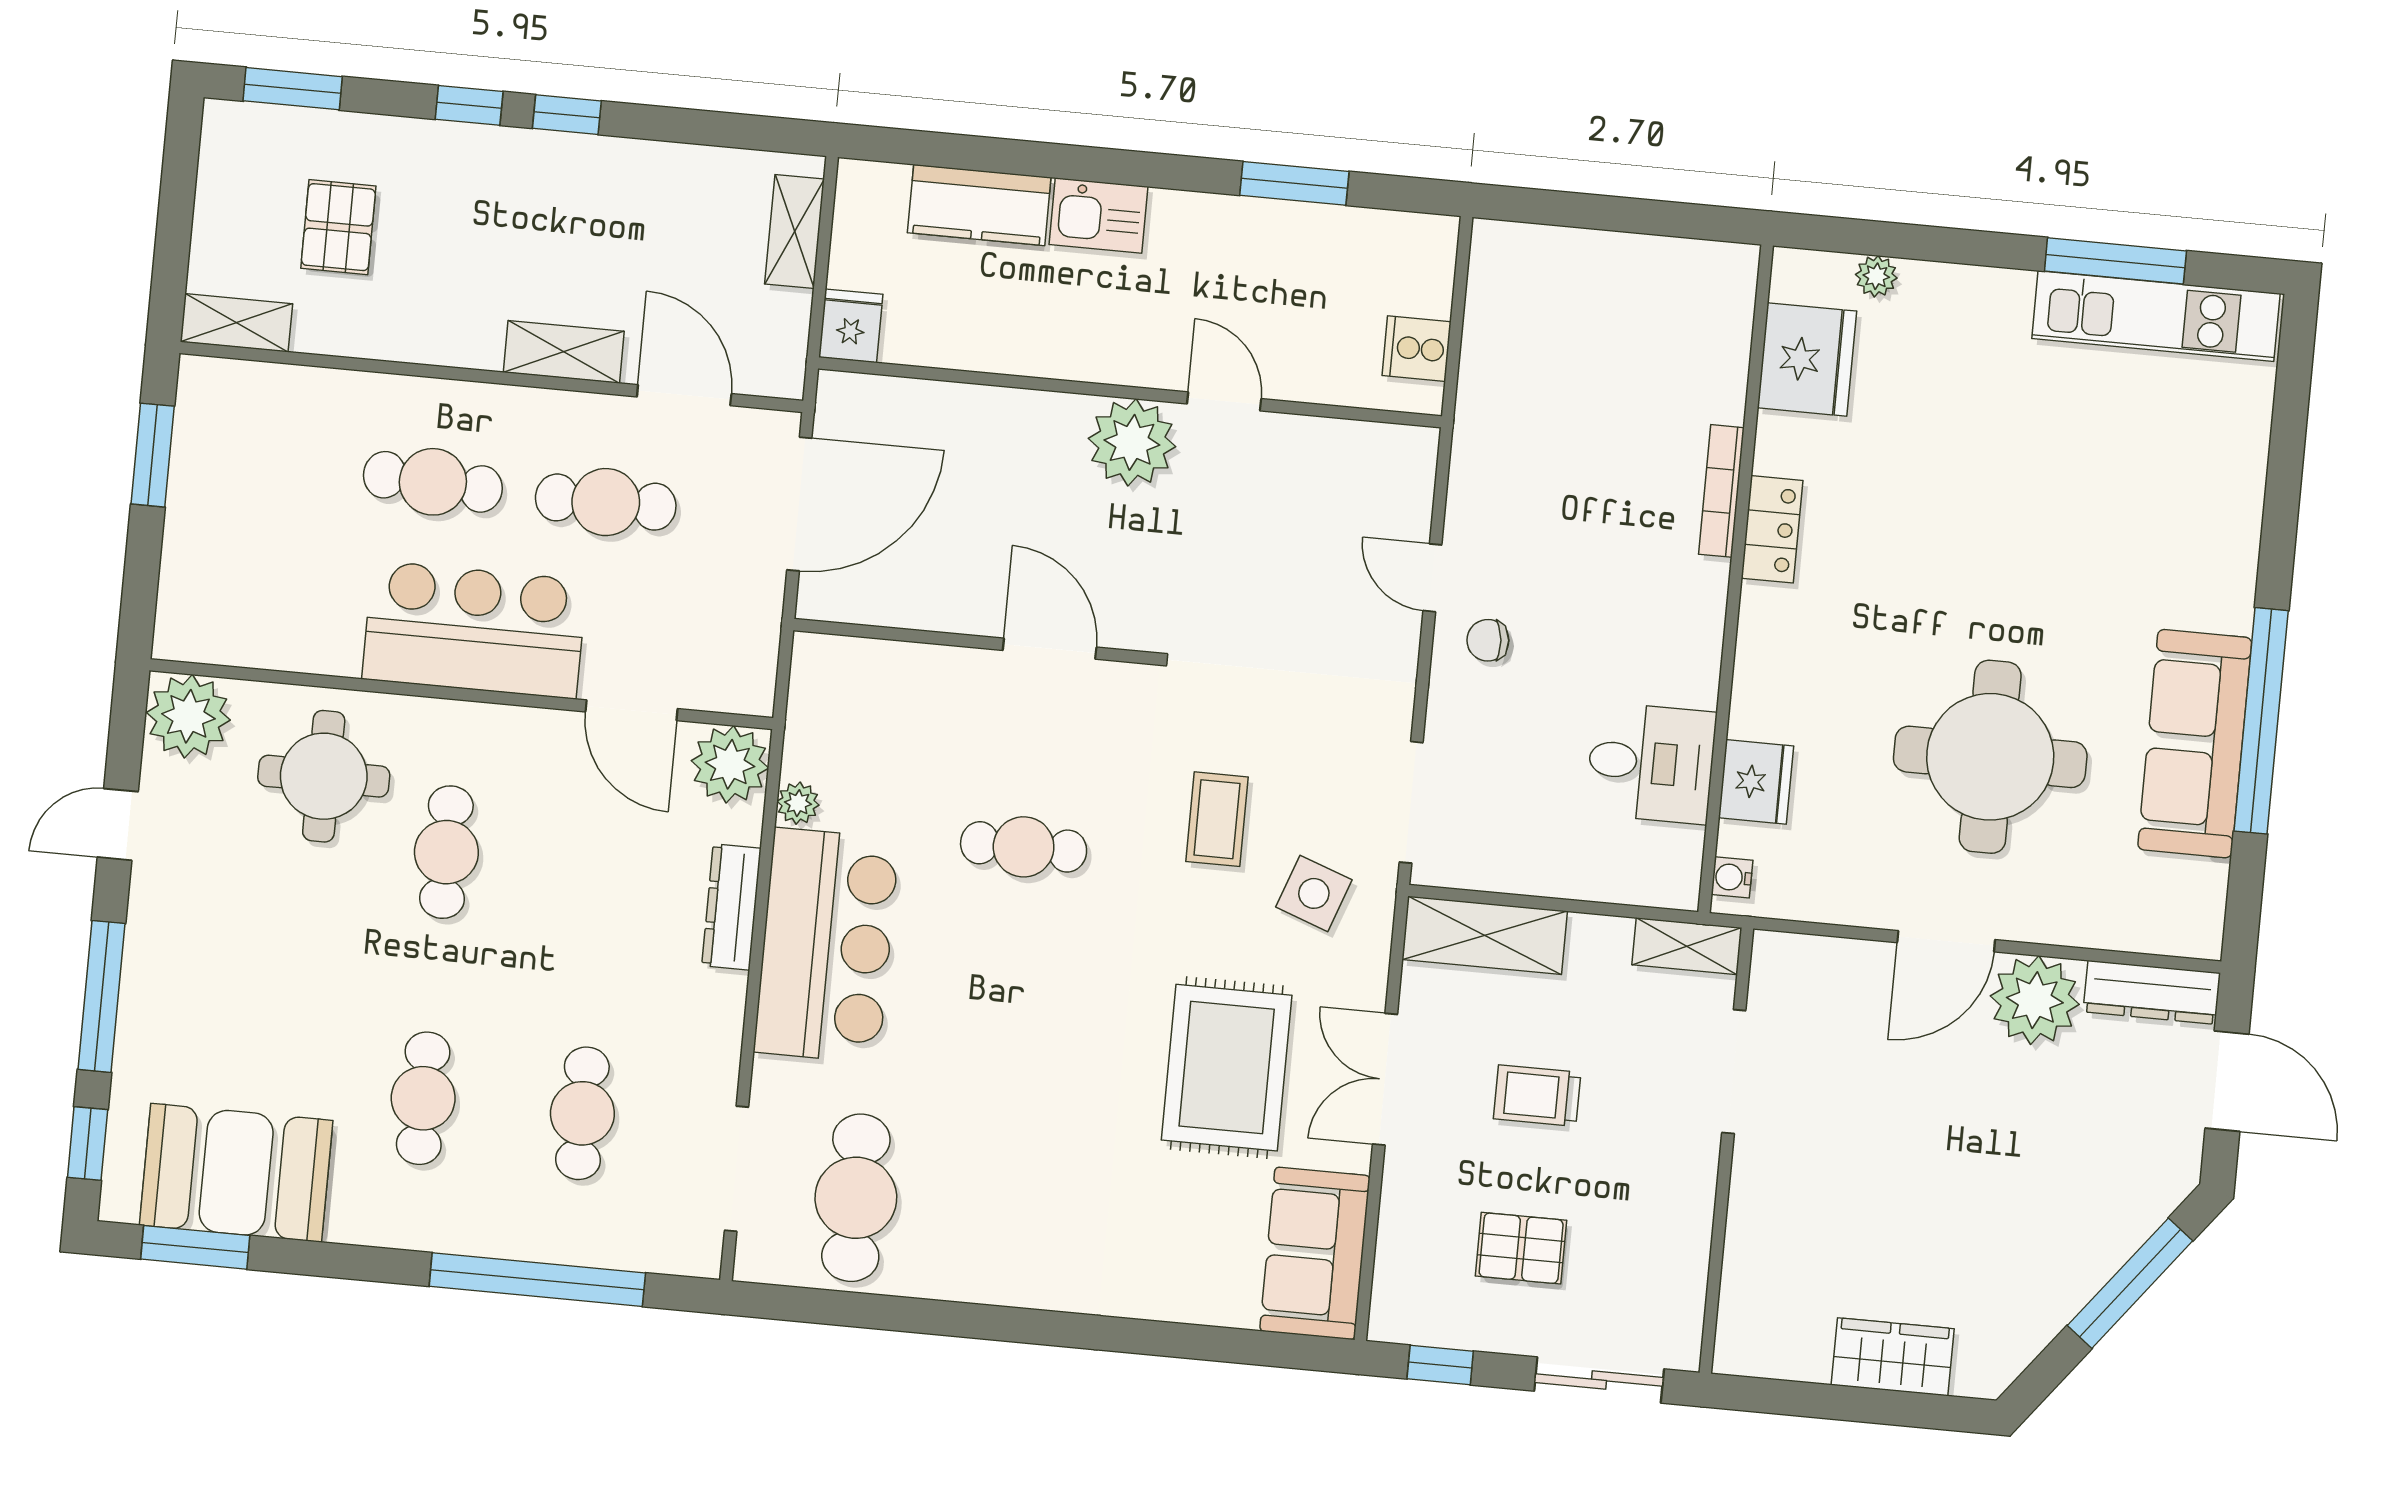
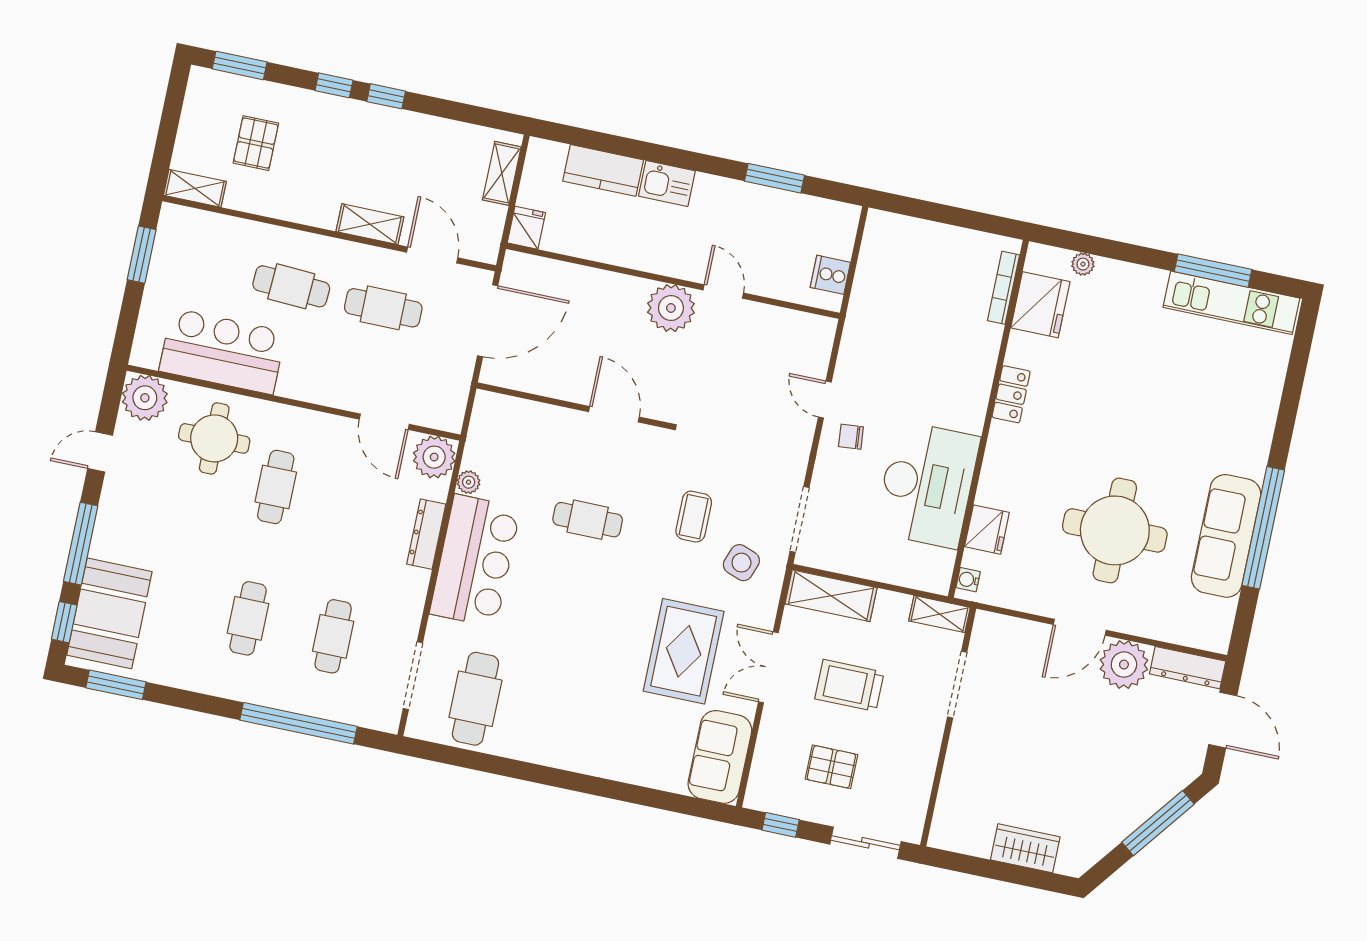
bookcase: (1721, 491) -> (1004, 288), moved
bar counter: (474, 630) -> (222, 351), moved
desk: (1651, 763) -> (927, 485), width x1.87, depth x1.30
trolley: (1537, 1096) -> (849, 685), width x1.36, depth x1.39
booth: (236, 1173) -> (109, 613), moved, turned 90

